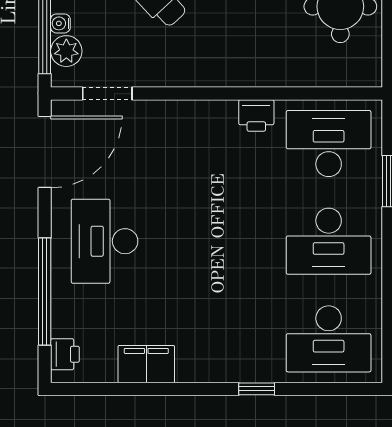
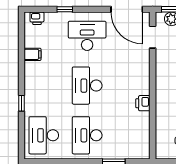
desk: (329, 144) -> (87, 86), moved, turned 180
window: (45, 292) -> (65, 9), width x0.32
filing cabinet: (146, 364) -> (33, 54), width x0.50

